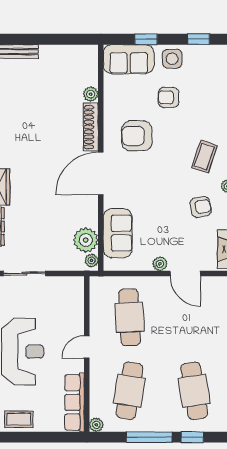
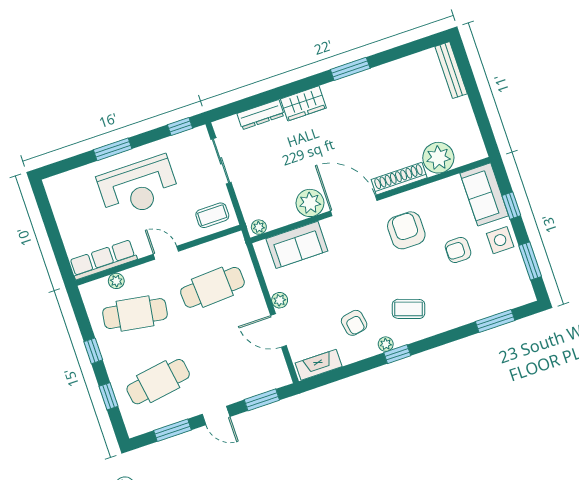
window: (199, 39) -> (530, 261), width x1.50
plant: (91, 94) -> (438, 158), width x1.87, depth x1.87
armchair: (168, 97) -> (458, 250), turned -90
plant: (86, 240) -> (310, 203), moved
door: (185, 274) -> (278, 331), hinge flipped
coffee table: (19, 419) -> (212, 215), moved, turned 90
plant: (96, 425) -> (116, 281), moved
window: (149, 437) -> (93, 351), width x0.46

